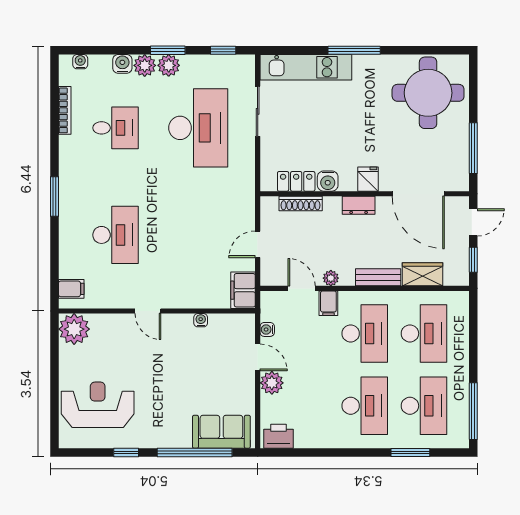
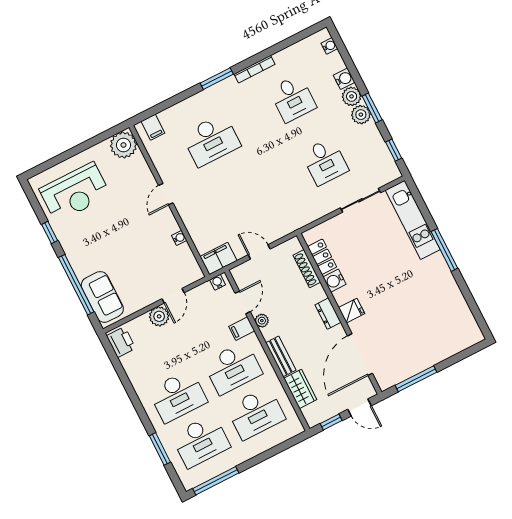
round table: (428, 93) -> (441, 323), removed
bookcase: (65, 110) -> (255, 69), moved
desk: (198, 128) -> (325, 161), width x0.53, depth x0.77
water cooler: (267, 329) -> (218, 282), moved
reception desk: (98, 405) -> (75, 192), turned 90

